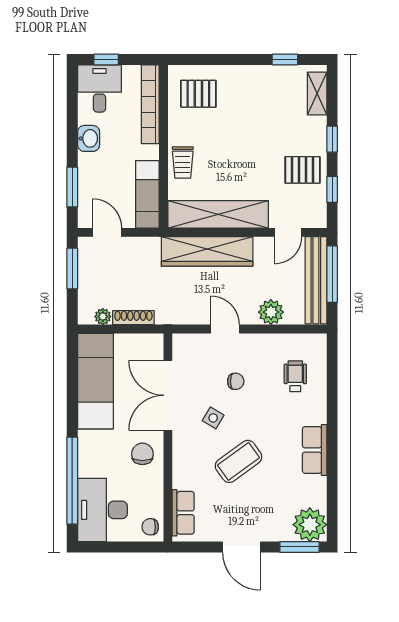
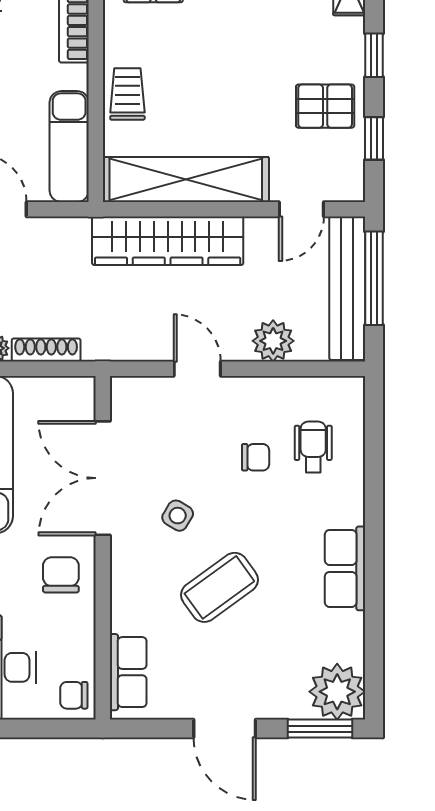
trolley: (183, 163) -> (127, 94), turned 180
chair: (236, 381) -> (256, 457), moved

